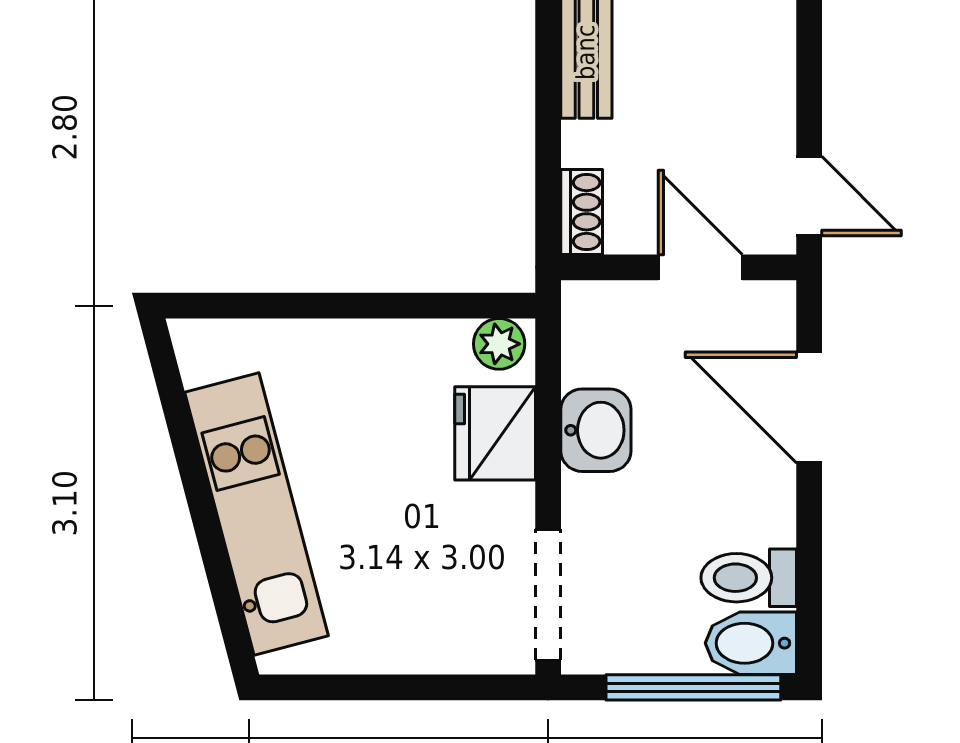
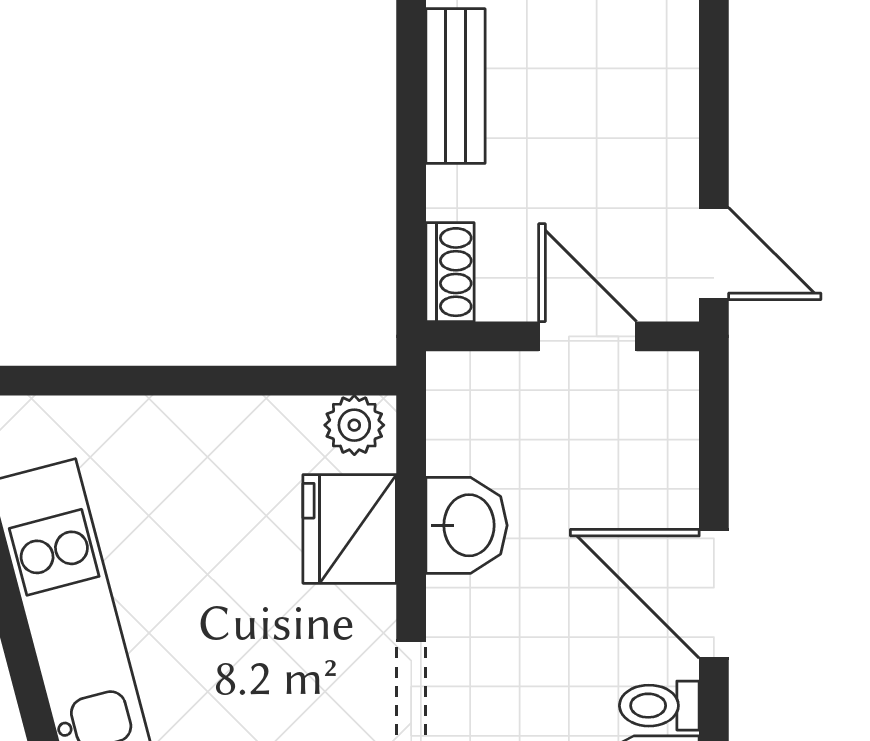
door: (809, 407) -> (714, 594), moved
toilet: (749, 578) -> (659, 706), width x0.73, depth x0.72

